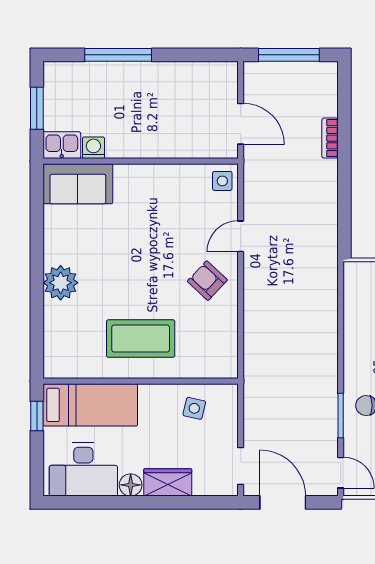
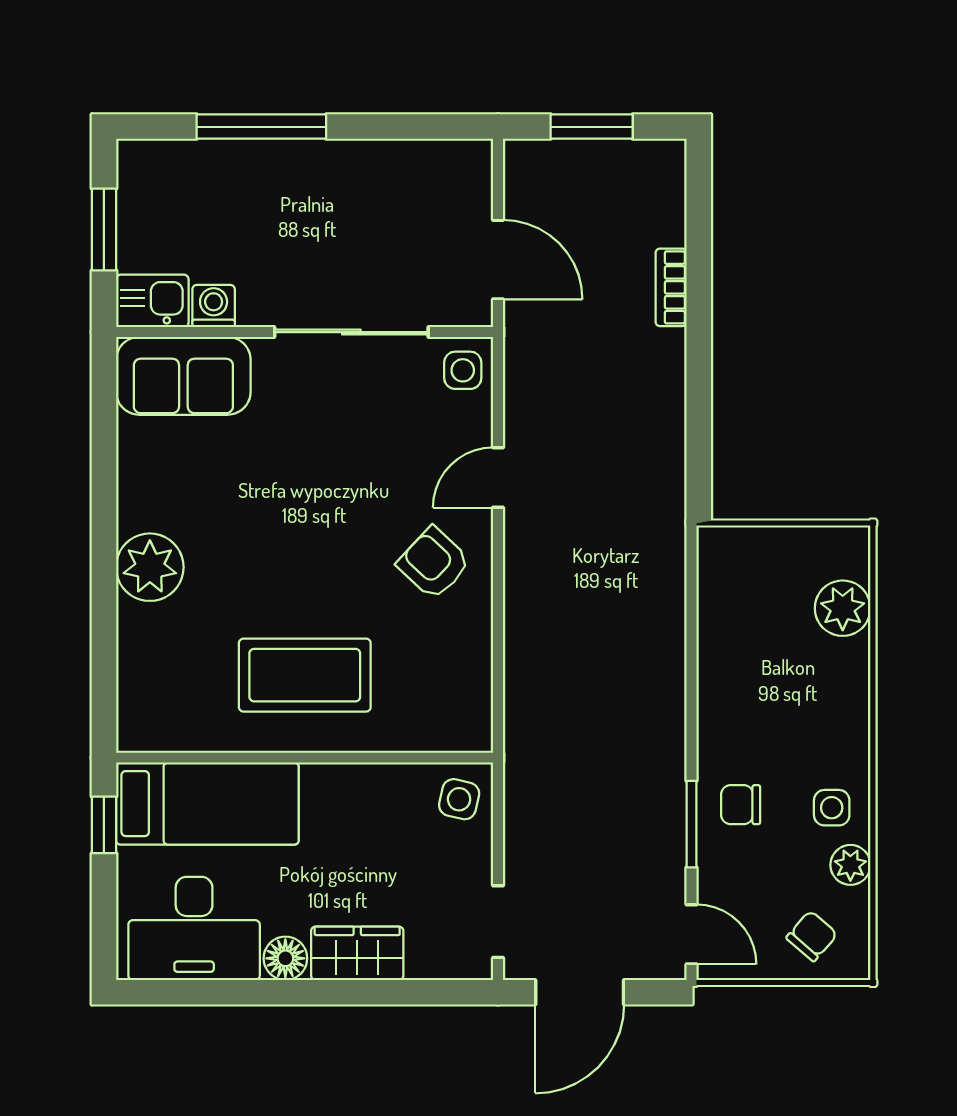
window: (289, 55) -> (592, 127), width x0.69
sliding door: (165, 161) -> (351, 332), added
side table: (194, 408) -> (459, 799), moved
door: (283, 502) -> (580, 992), swing flipped

